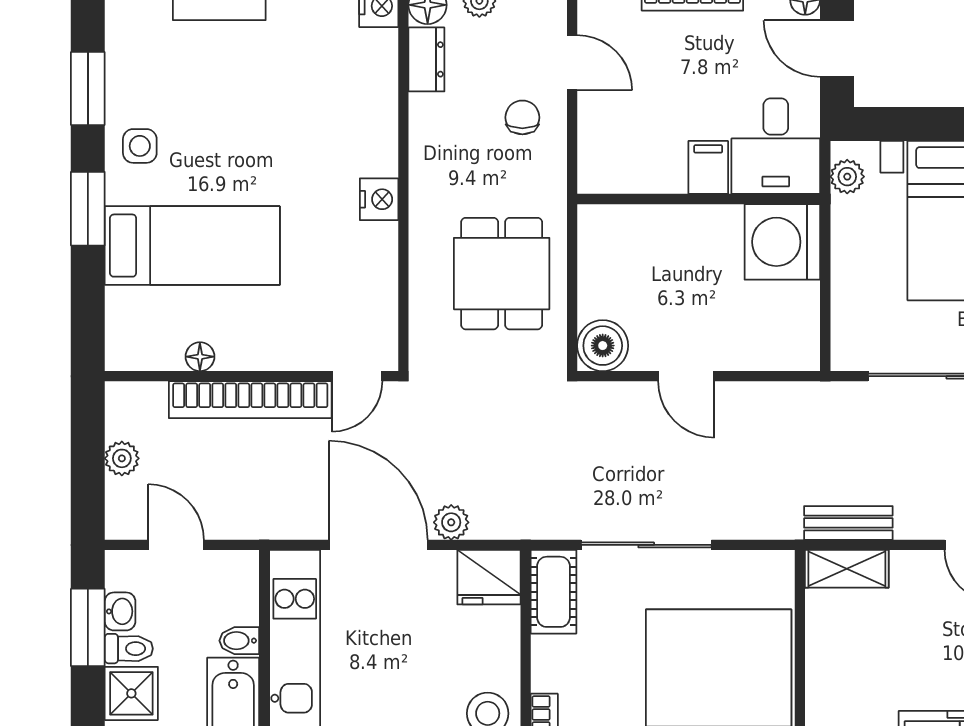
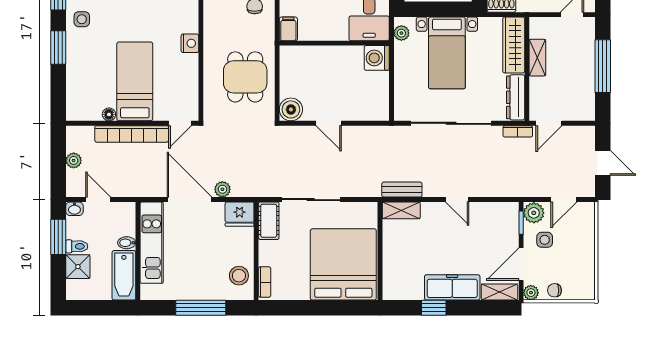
filing cabinet: (708, 167) -> (288, 29), moved
washing machine: (782, 242) -> (377, 58), width x0.73, depth x0.73
bed: (192, 246) -> (135, 81), moved, turned -90
washbasin: (120, 611) -> (74, 209), moved, turned 90

